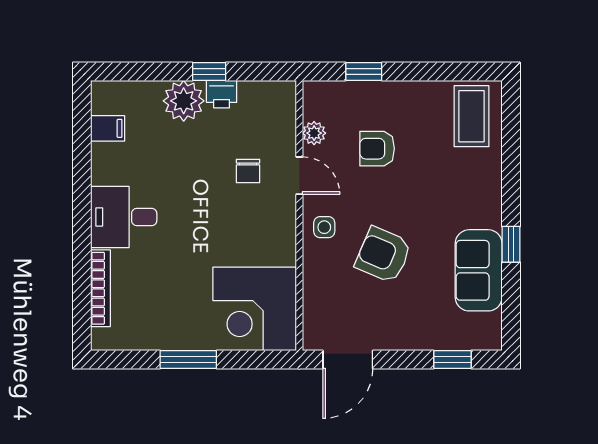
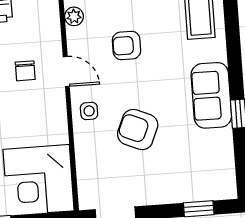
plant: (314, 133) -> (74, 16), moved
sofa: (479, 270) -> (211, 95), moved

